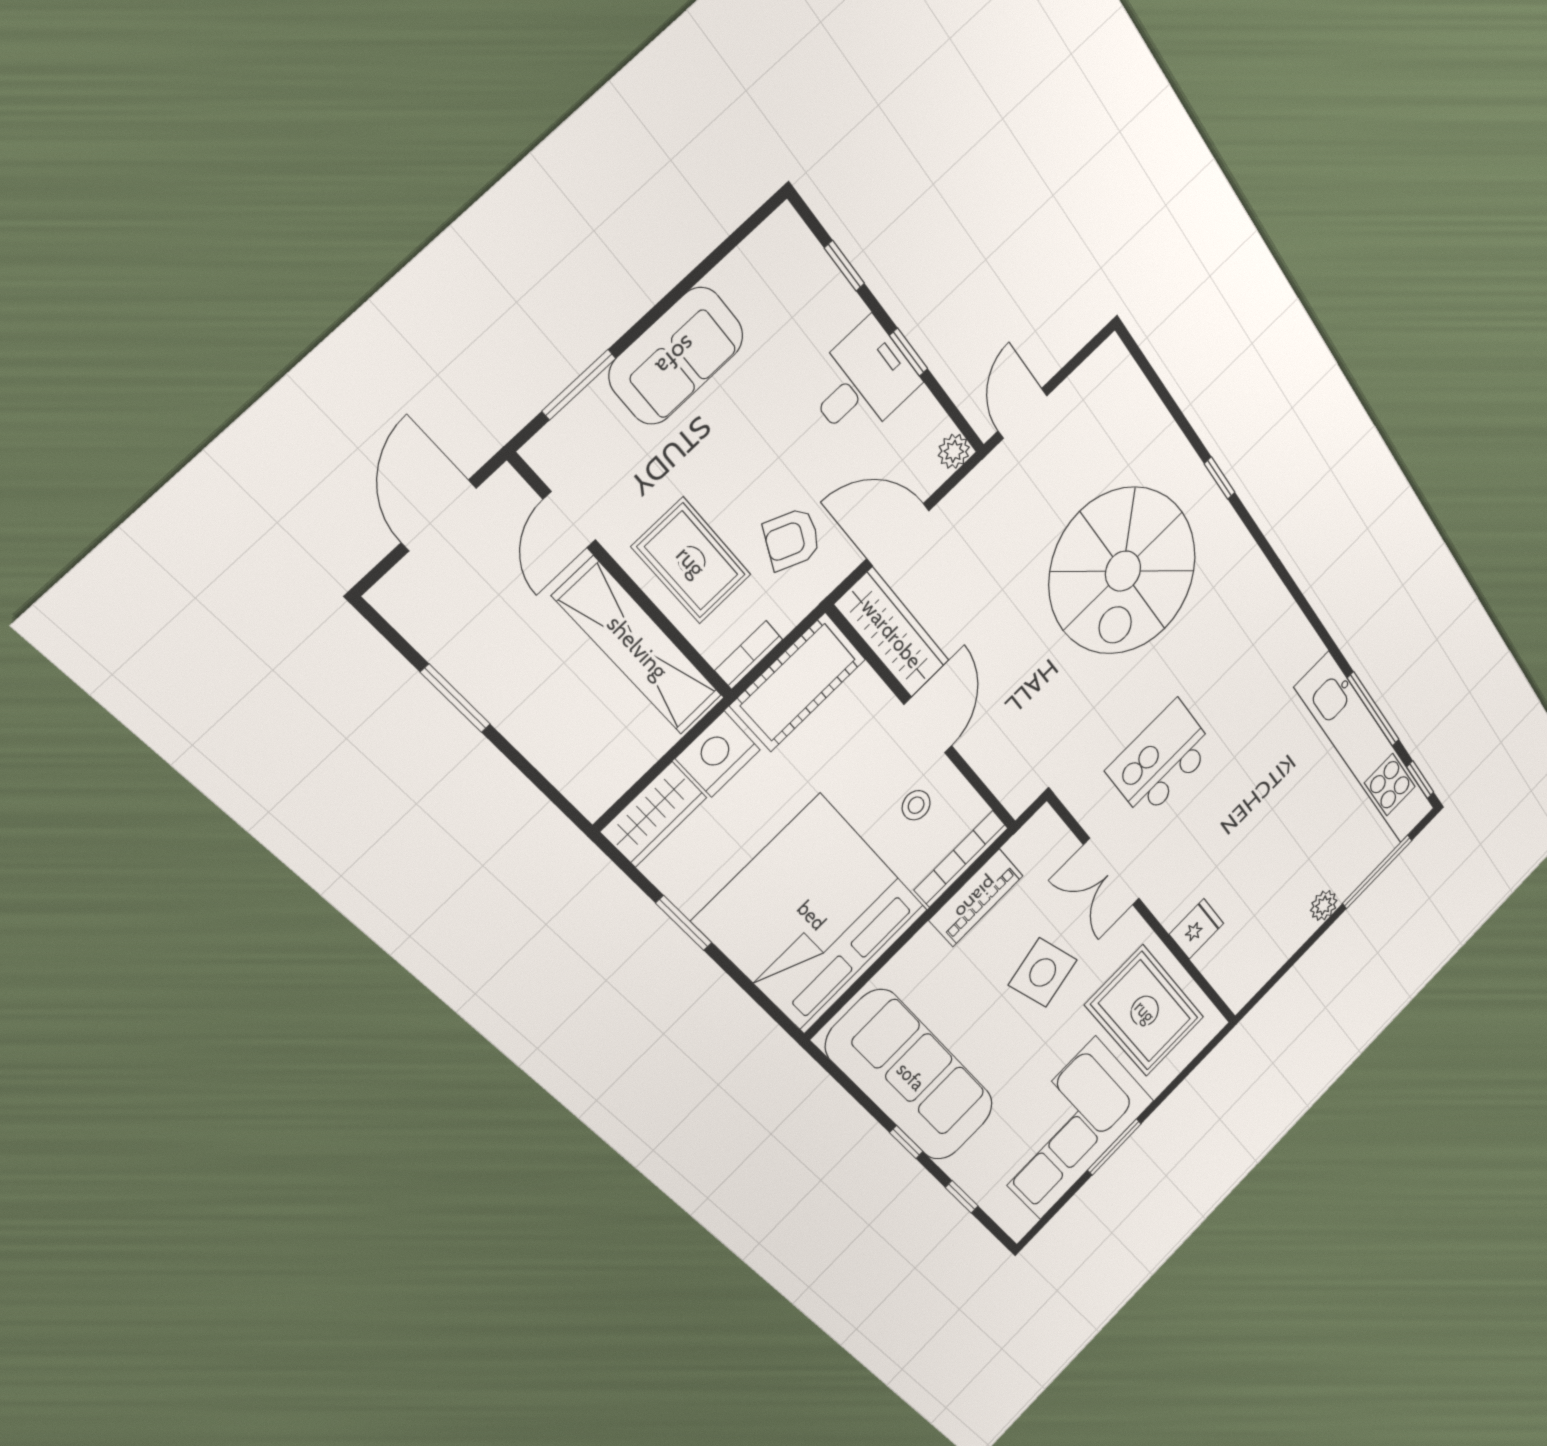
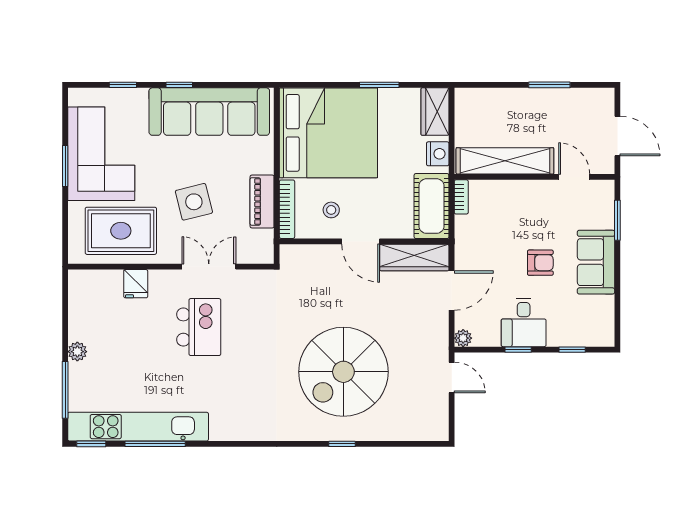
armchair: (792, 539) -> (540, 263), moved, turned 66
rug: (691, 561) -> (518, 206), removed
spiral stairs: (1123, 571) -> (343, 372), turned -90
nightstand: (718, 754) -> (438, 154), width x0.74, depth x0.75
kitchen island: (1161, 760) -> (199, 327), moved

